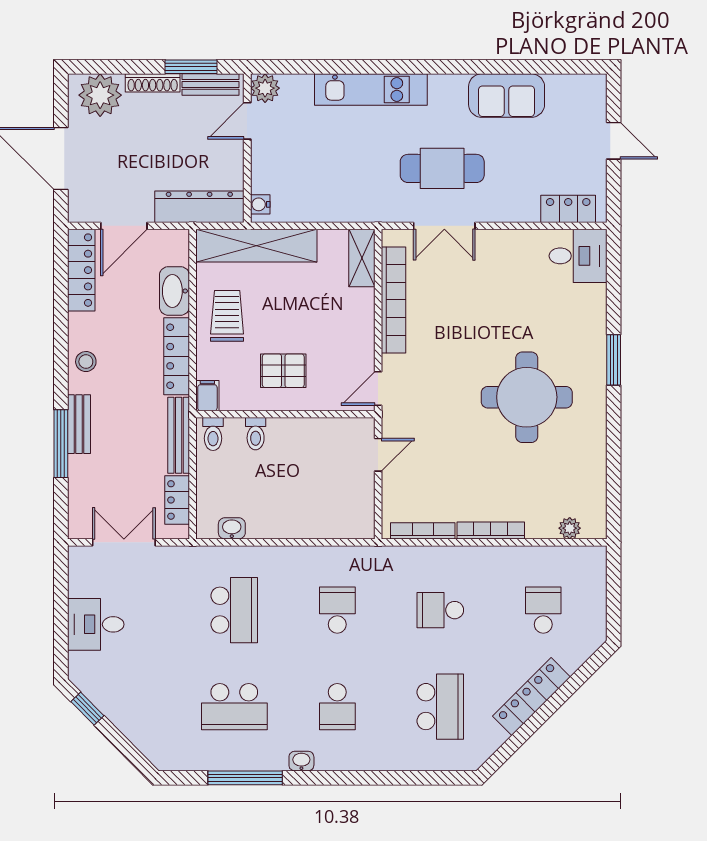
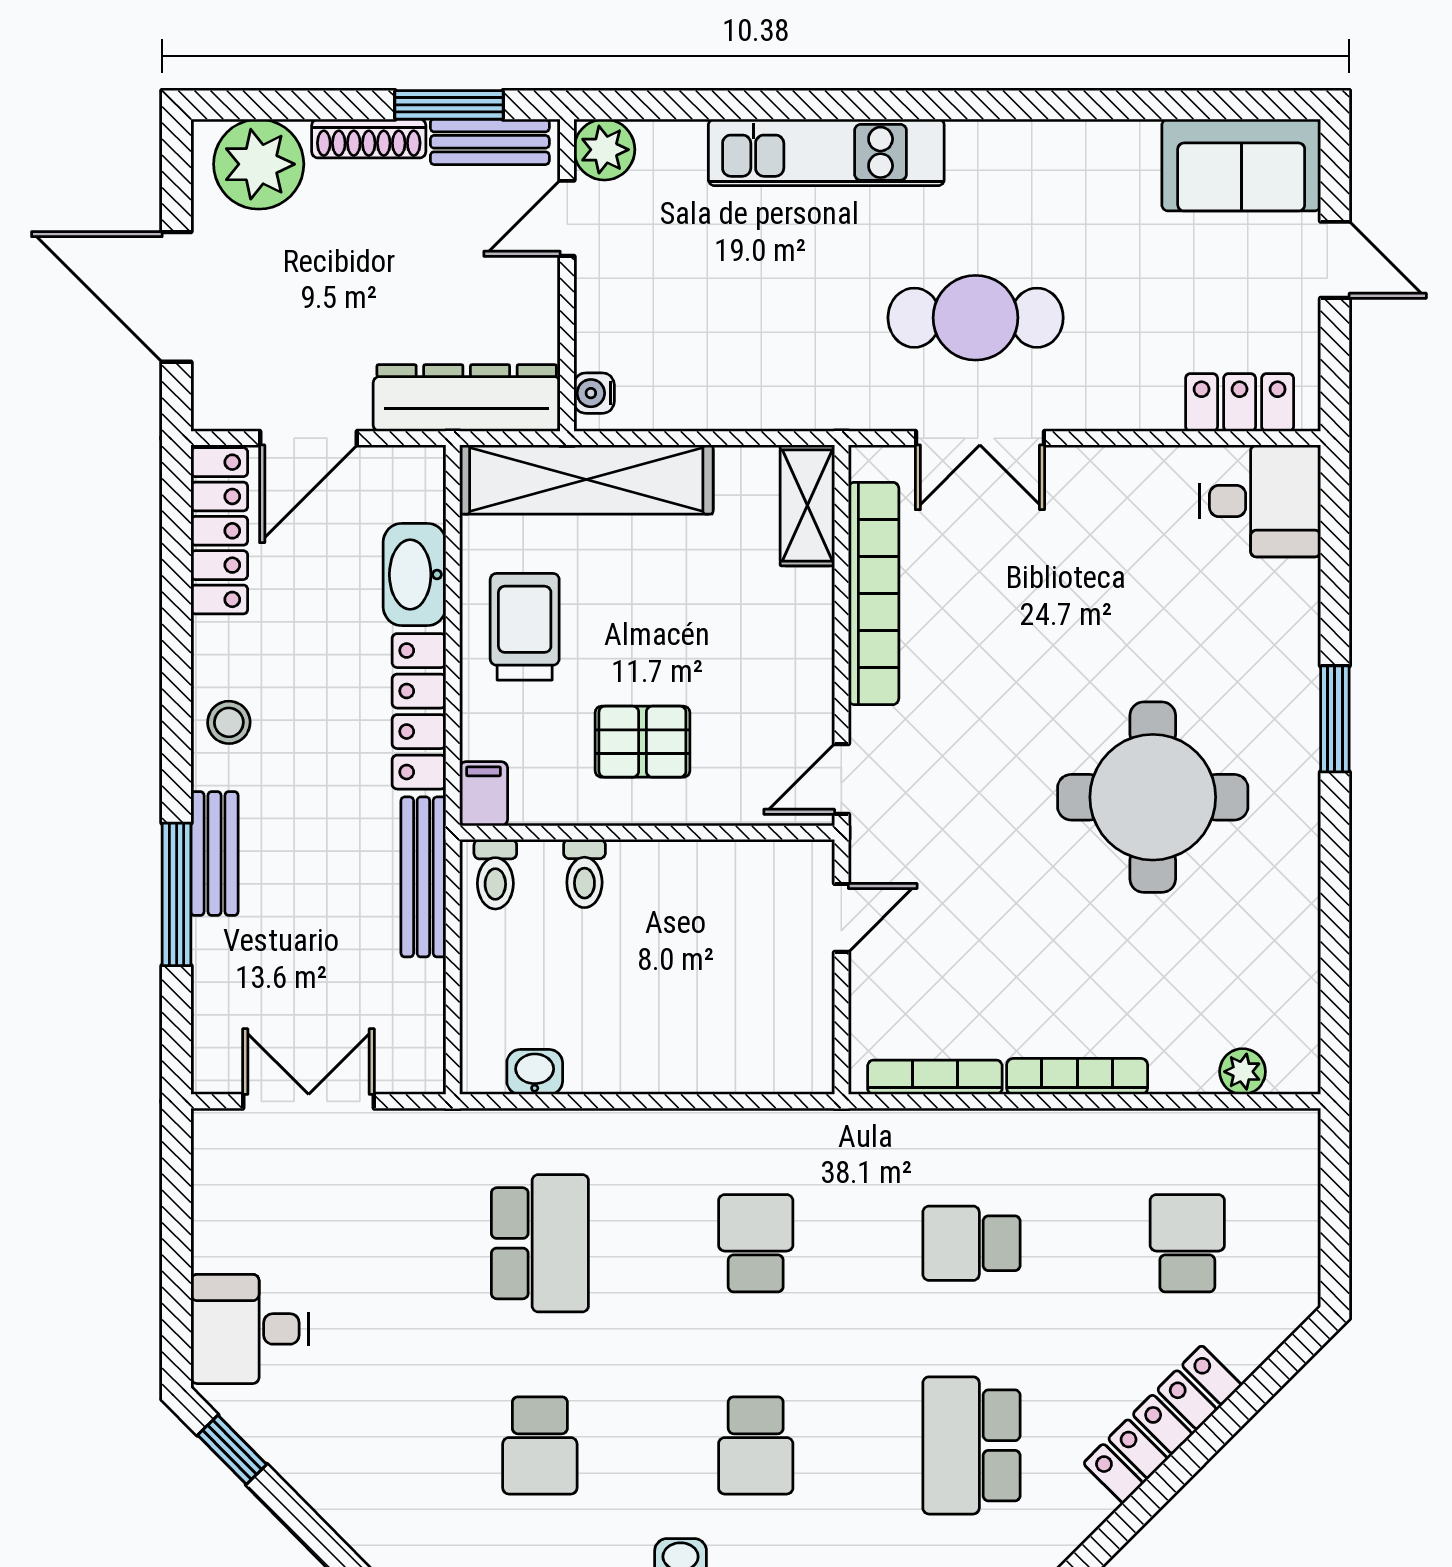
sofa: (507, 96) -> (1241, 165), moved
locker: (177, 500) -> (420, 1012), removed
desk: (96, 624) -> (250, 1329), moved
school desk: (234, 707) -> (540, 1445), width x0.54
school desk: (440, 707) -> (972, 1445), turned 180

